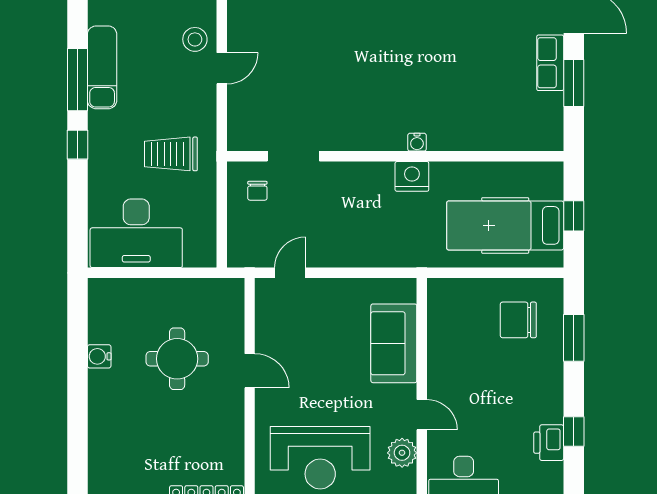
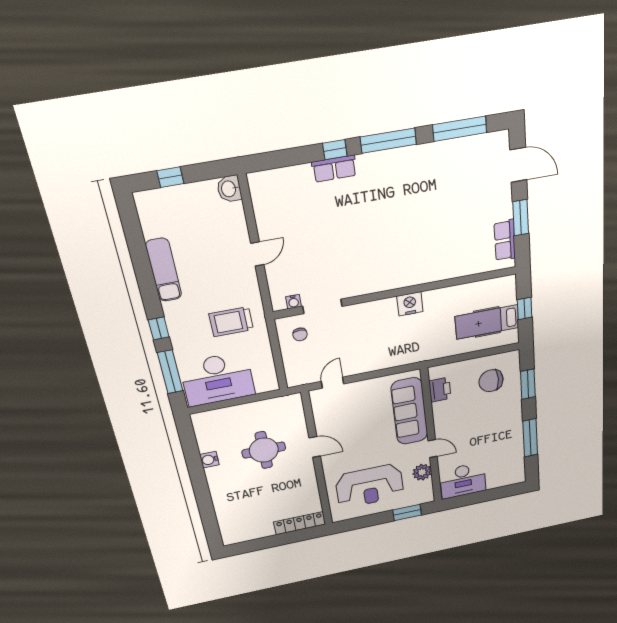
stool: (195, 39) -> (232, 236), removed
row of seats: (550, 63) -> (505, 240), moved
window: (77, 80) -> (170, 372), moved
water cooler: (417, 142) -> (293, 302), moved
hospital bed: (505, 225) -> (487, 322), width x0.73, depth x0.78
sofa: (394, 343) -> (409, 411), width x1.36
window: (574, 432) -> (530, 438), width x2.17
printer: (549, 443) -> (440, 390), moved, turned 180

